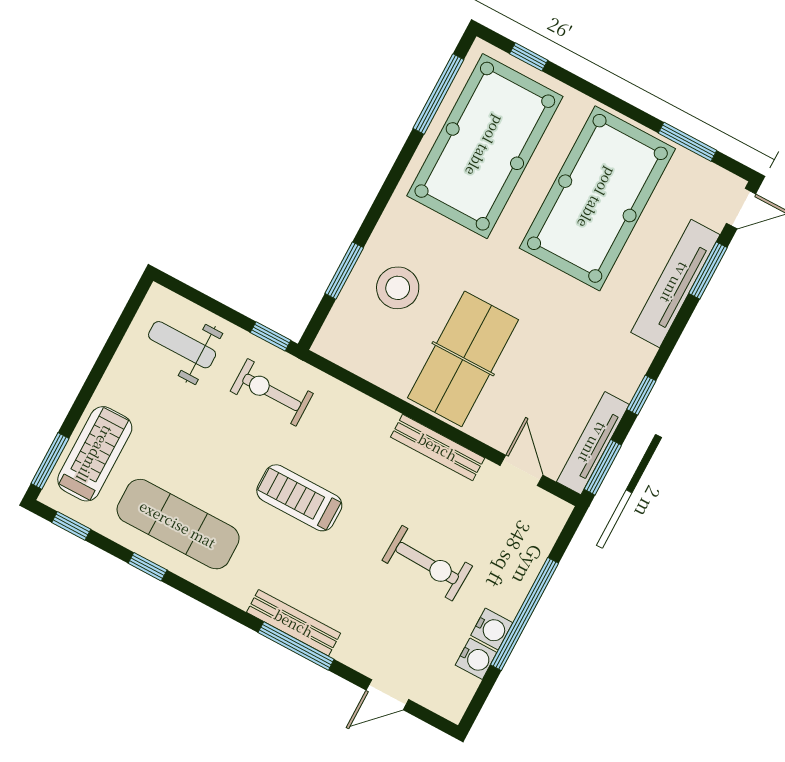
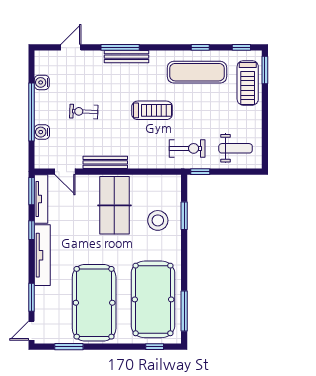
tv unit: (675, 283) -> (42, 255), moved
exercise bike: (427, 563) -> (84, 112), width x0.73, depth x0.72
water cooler: (492, 629) -> (42, 132), moved

